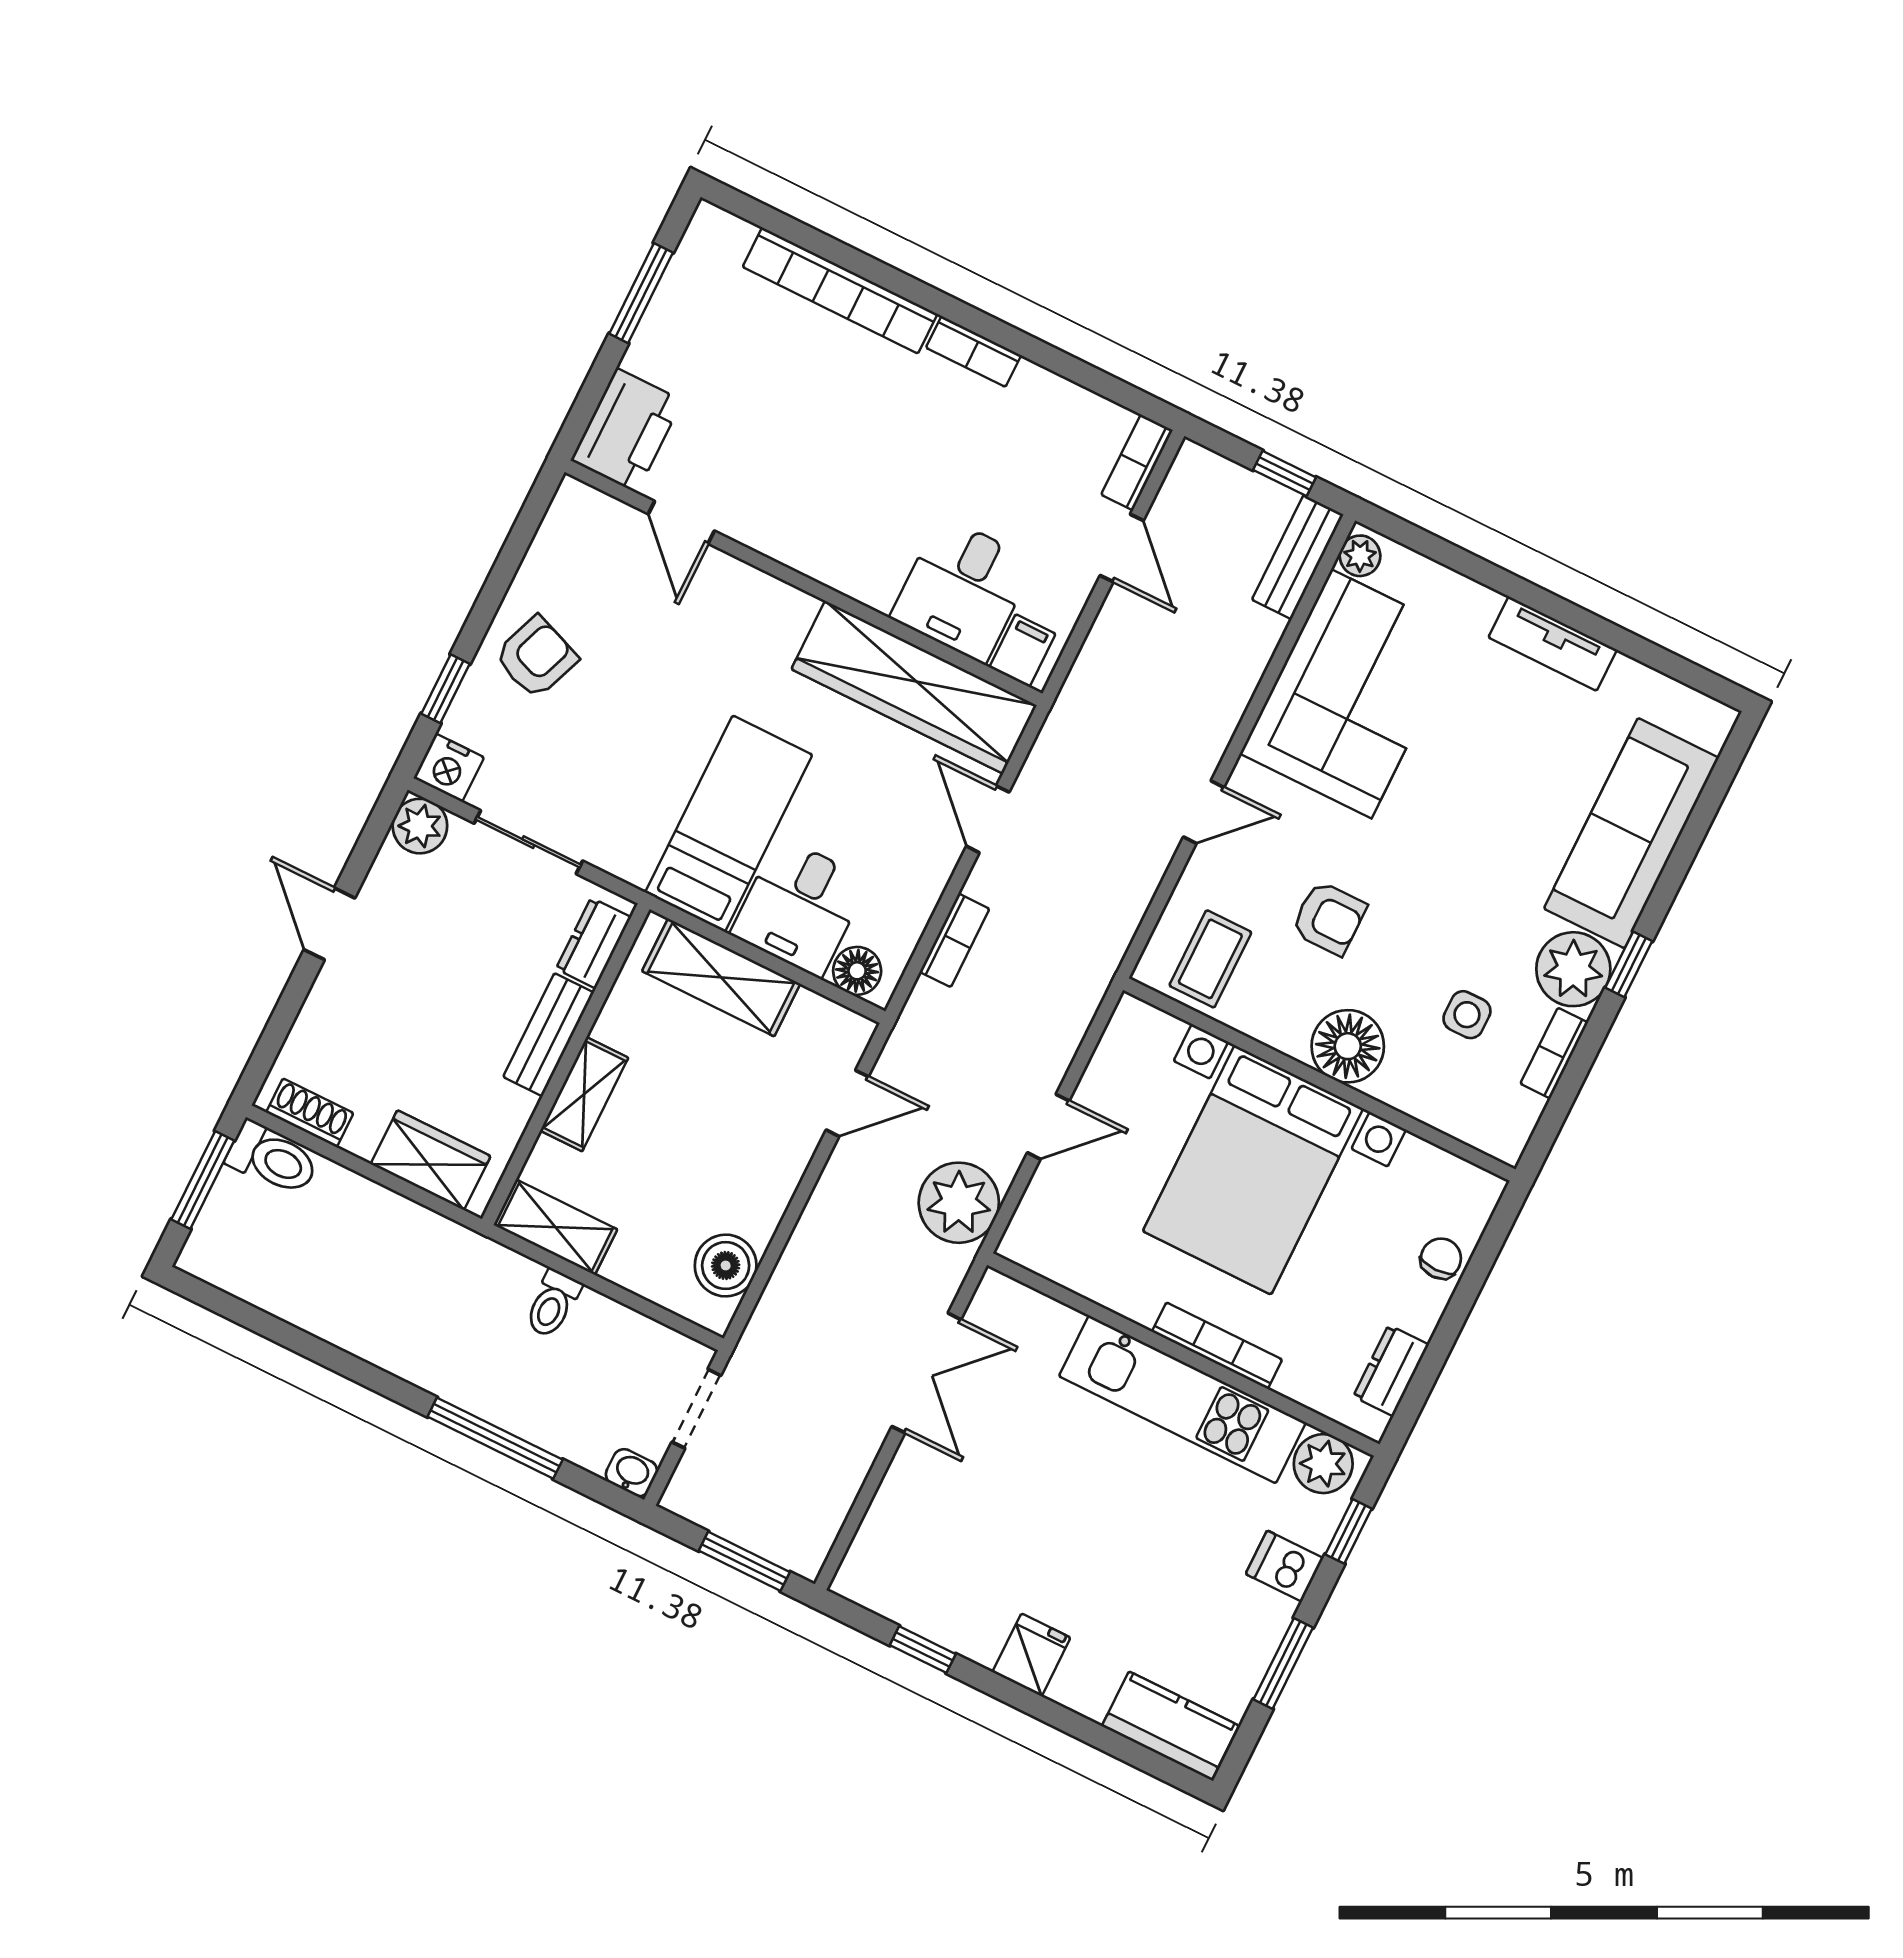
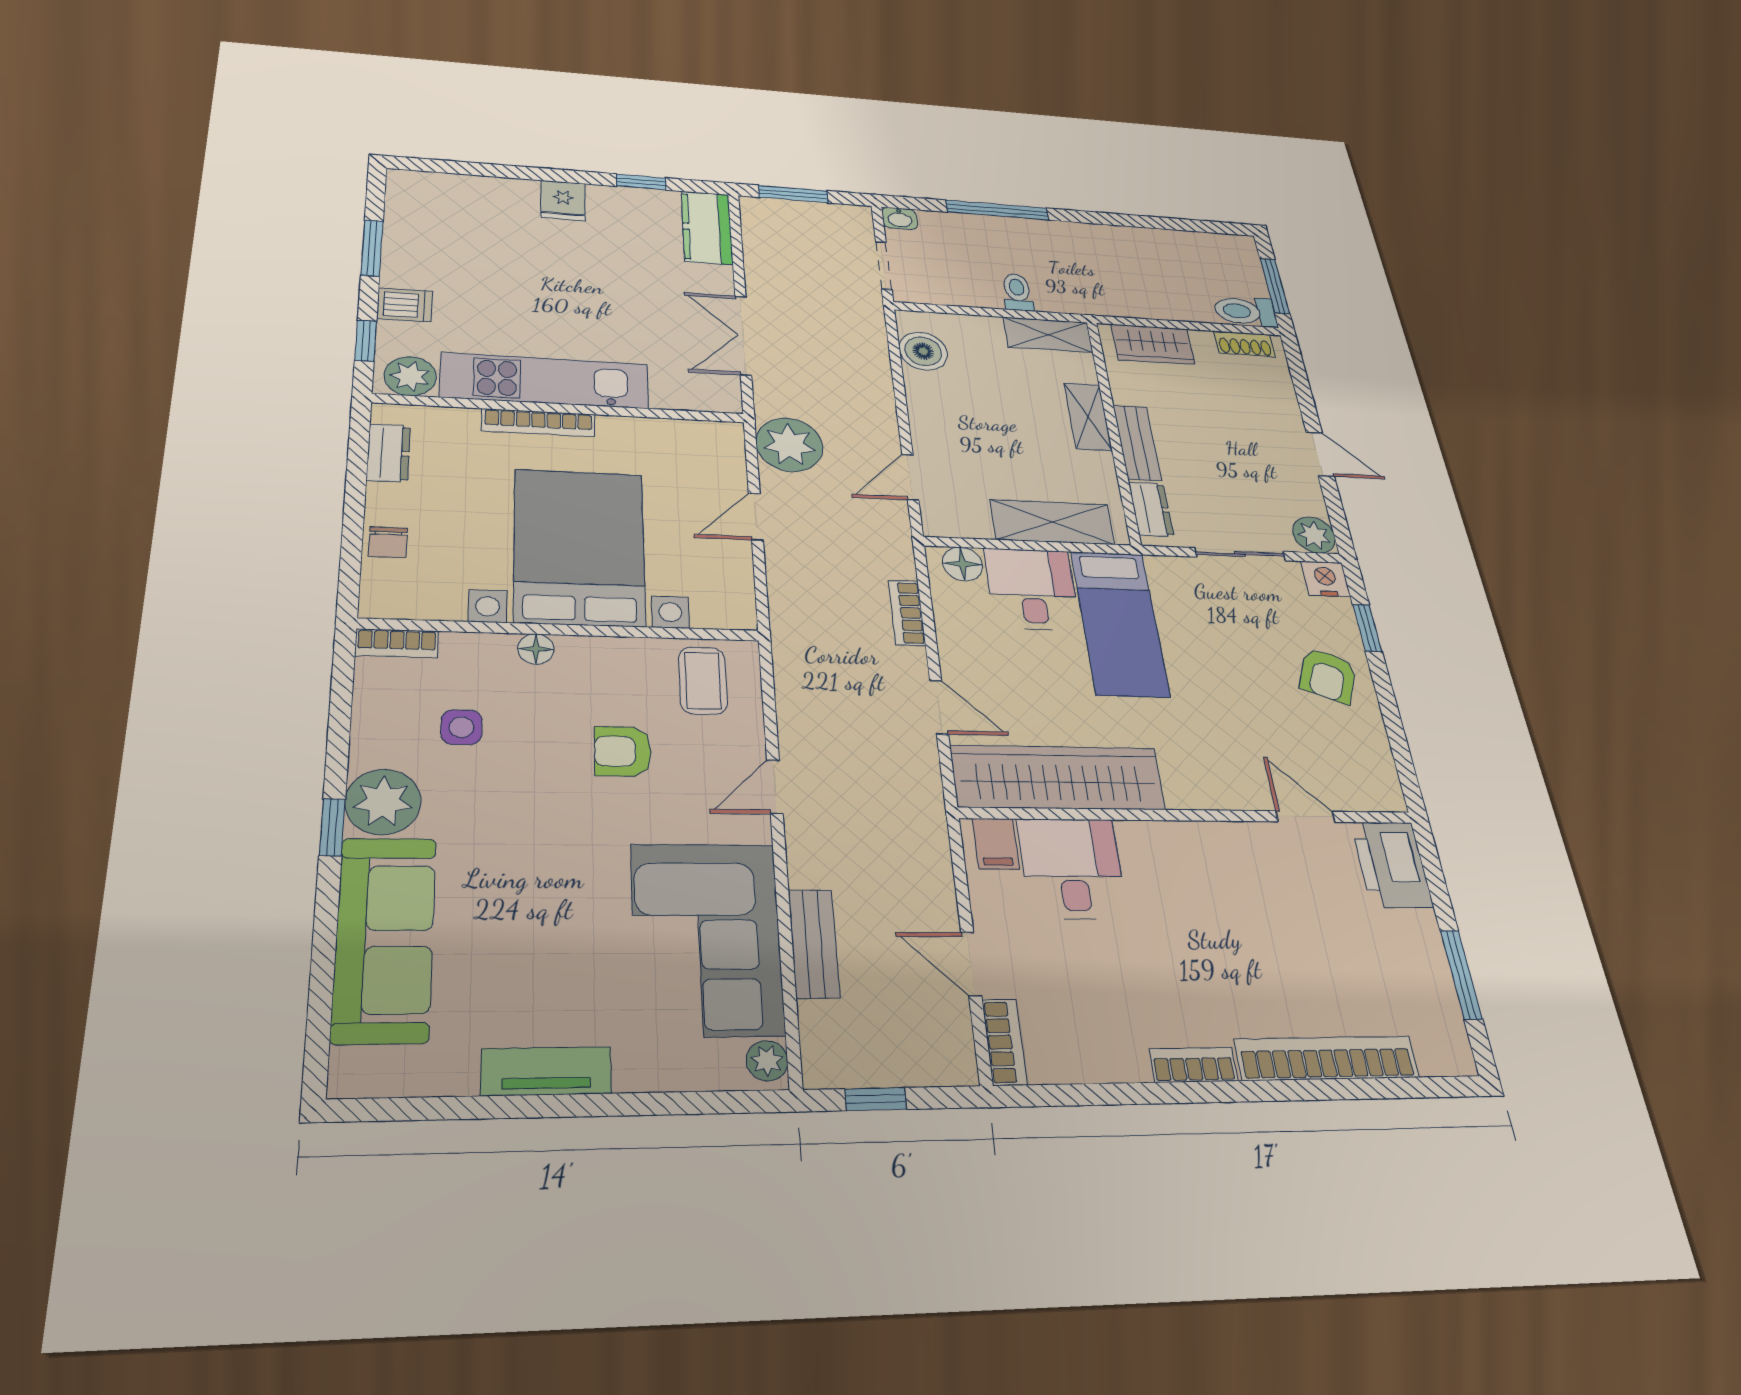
bench: (1298, 557) -> (814, 943), moved
floor lamp: (1348, 1046) -> (536, 649), width x0.53, depth x0.53
bookcase: (1554, 1053) -> (397, 643), moved, turned 90
kitchen counter: (1170, 1726) -> (707, 228), moved, turned 90

